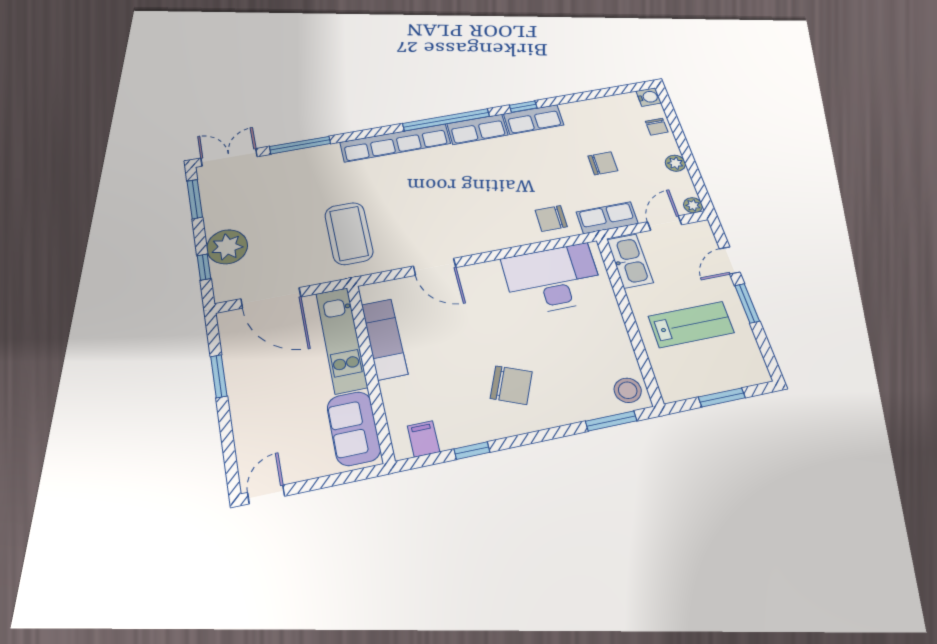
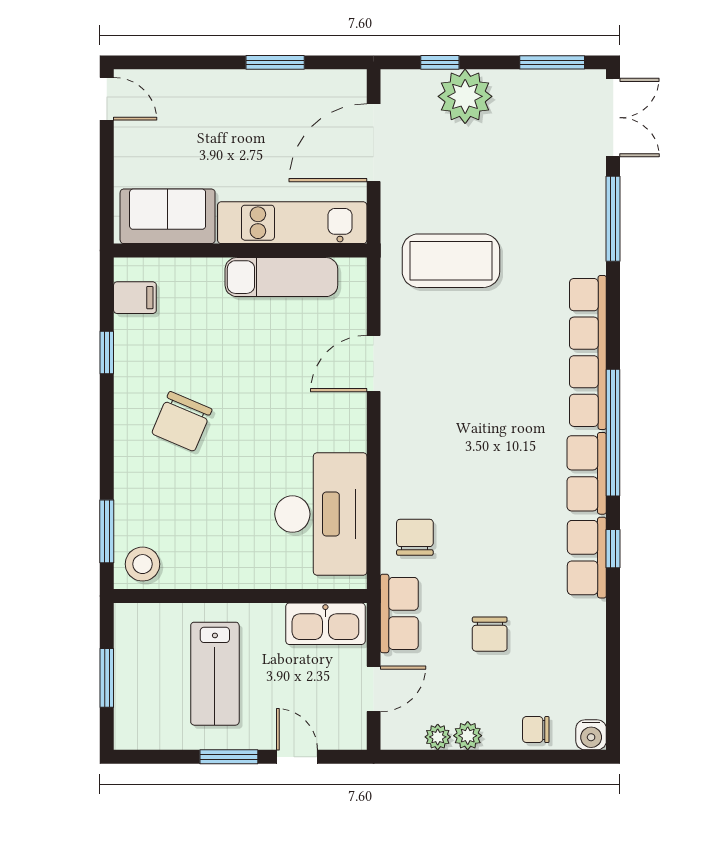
plant: (693, 205) -> (438, 737), moved
door: (665, 223) -> (374, 689), hinge flipped

